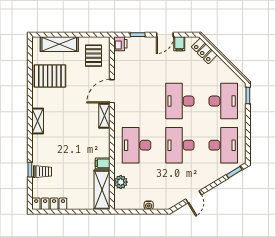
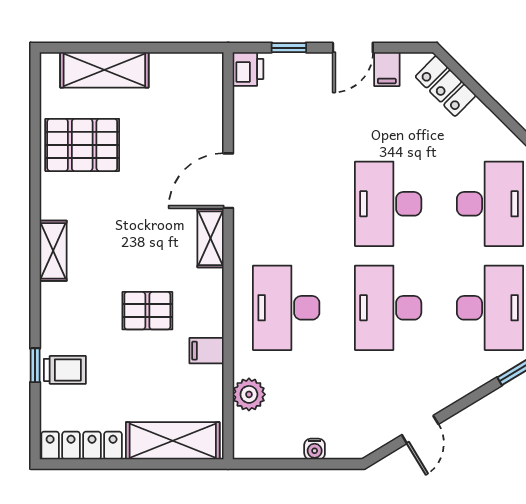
pallet: (94, 56) -> (147, 311), moved, turned 90
shelving: (102, 190) -> (173, 441), moved, turned 90

